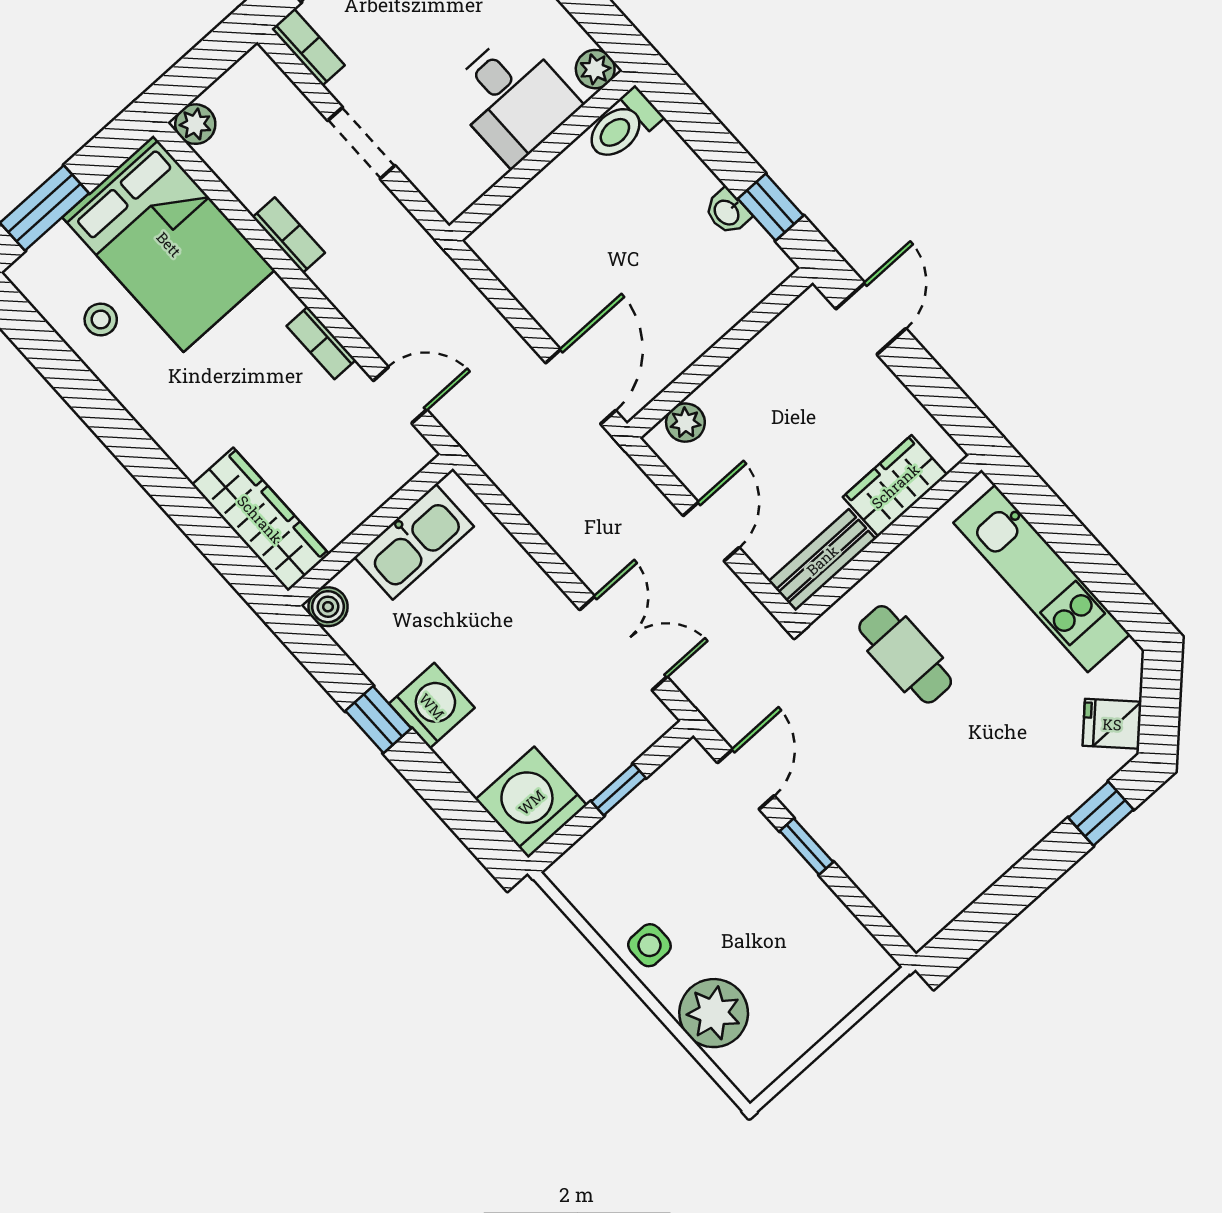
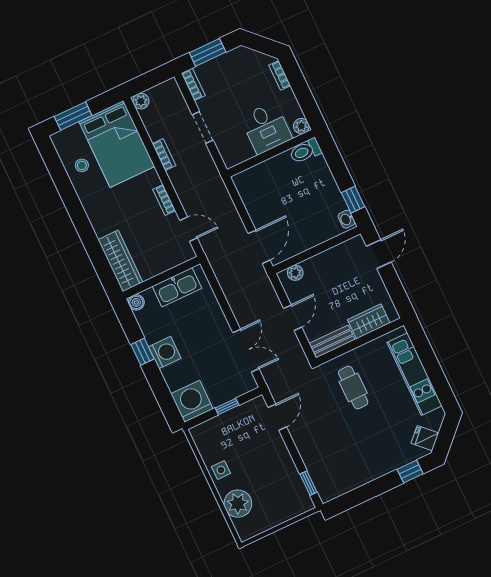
washbasin: (727, 212) -> (346, 219), moved
window: (806, 847) -> (308, 483), moved

